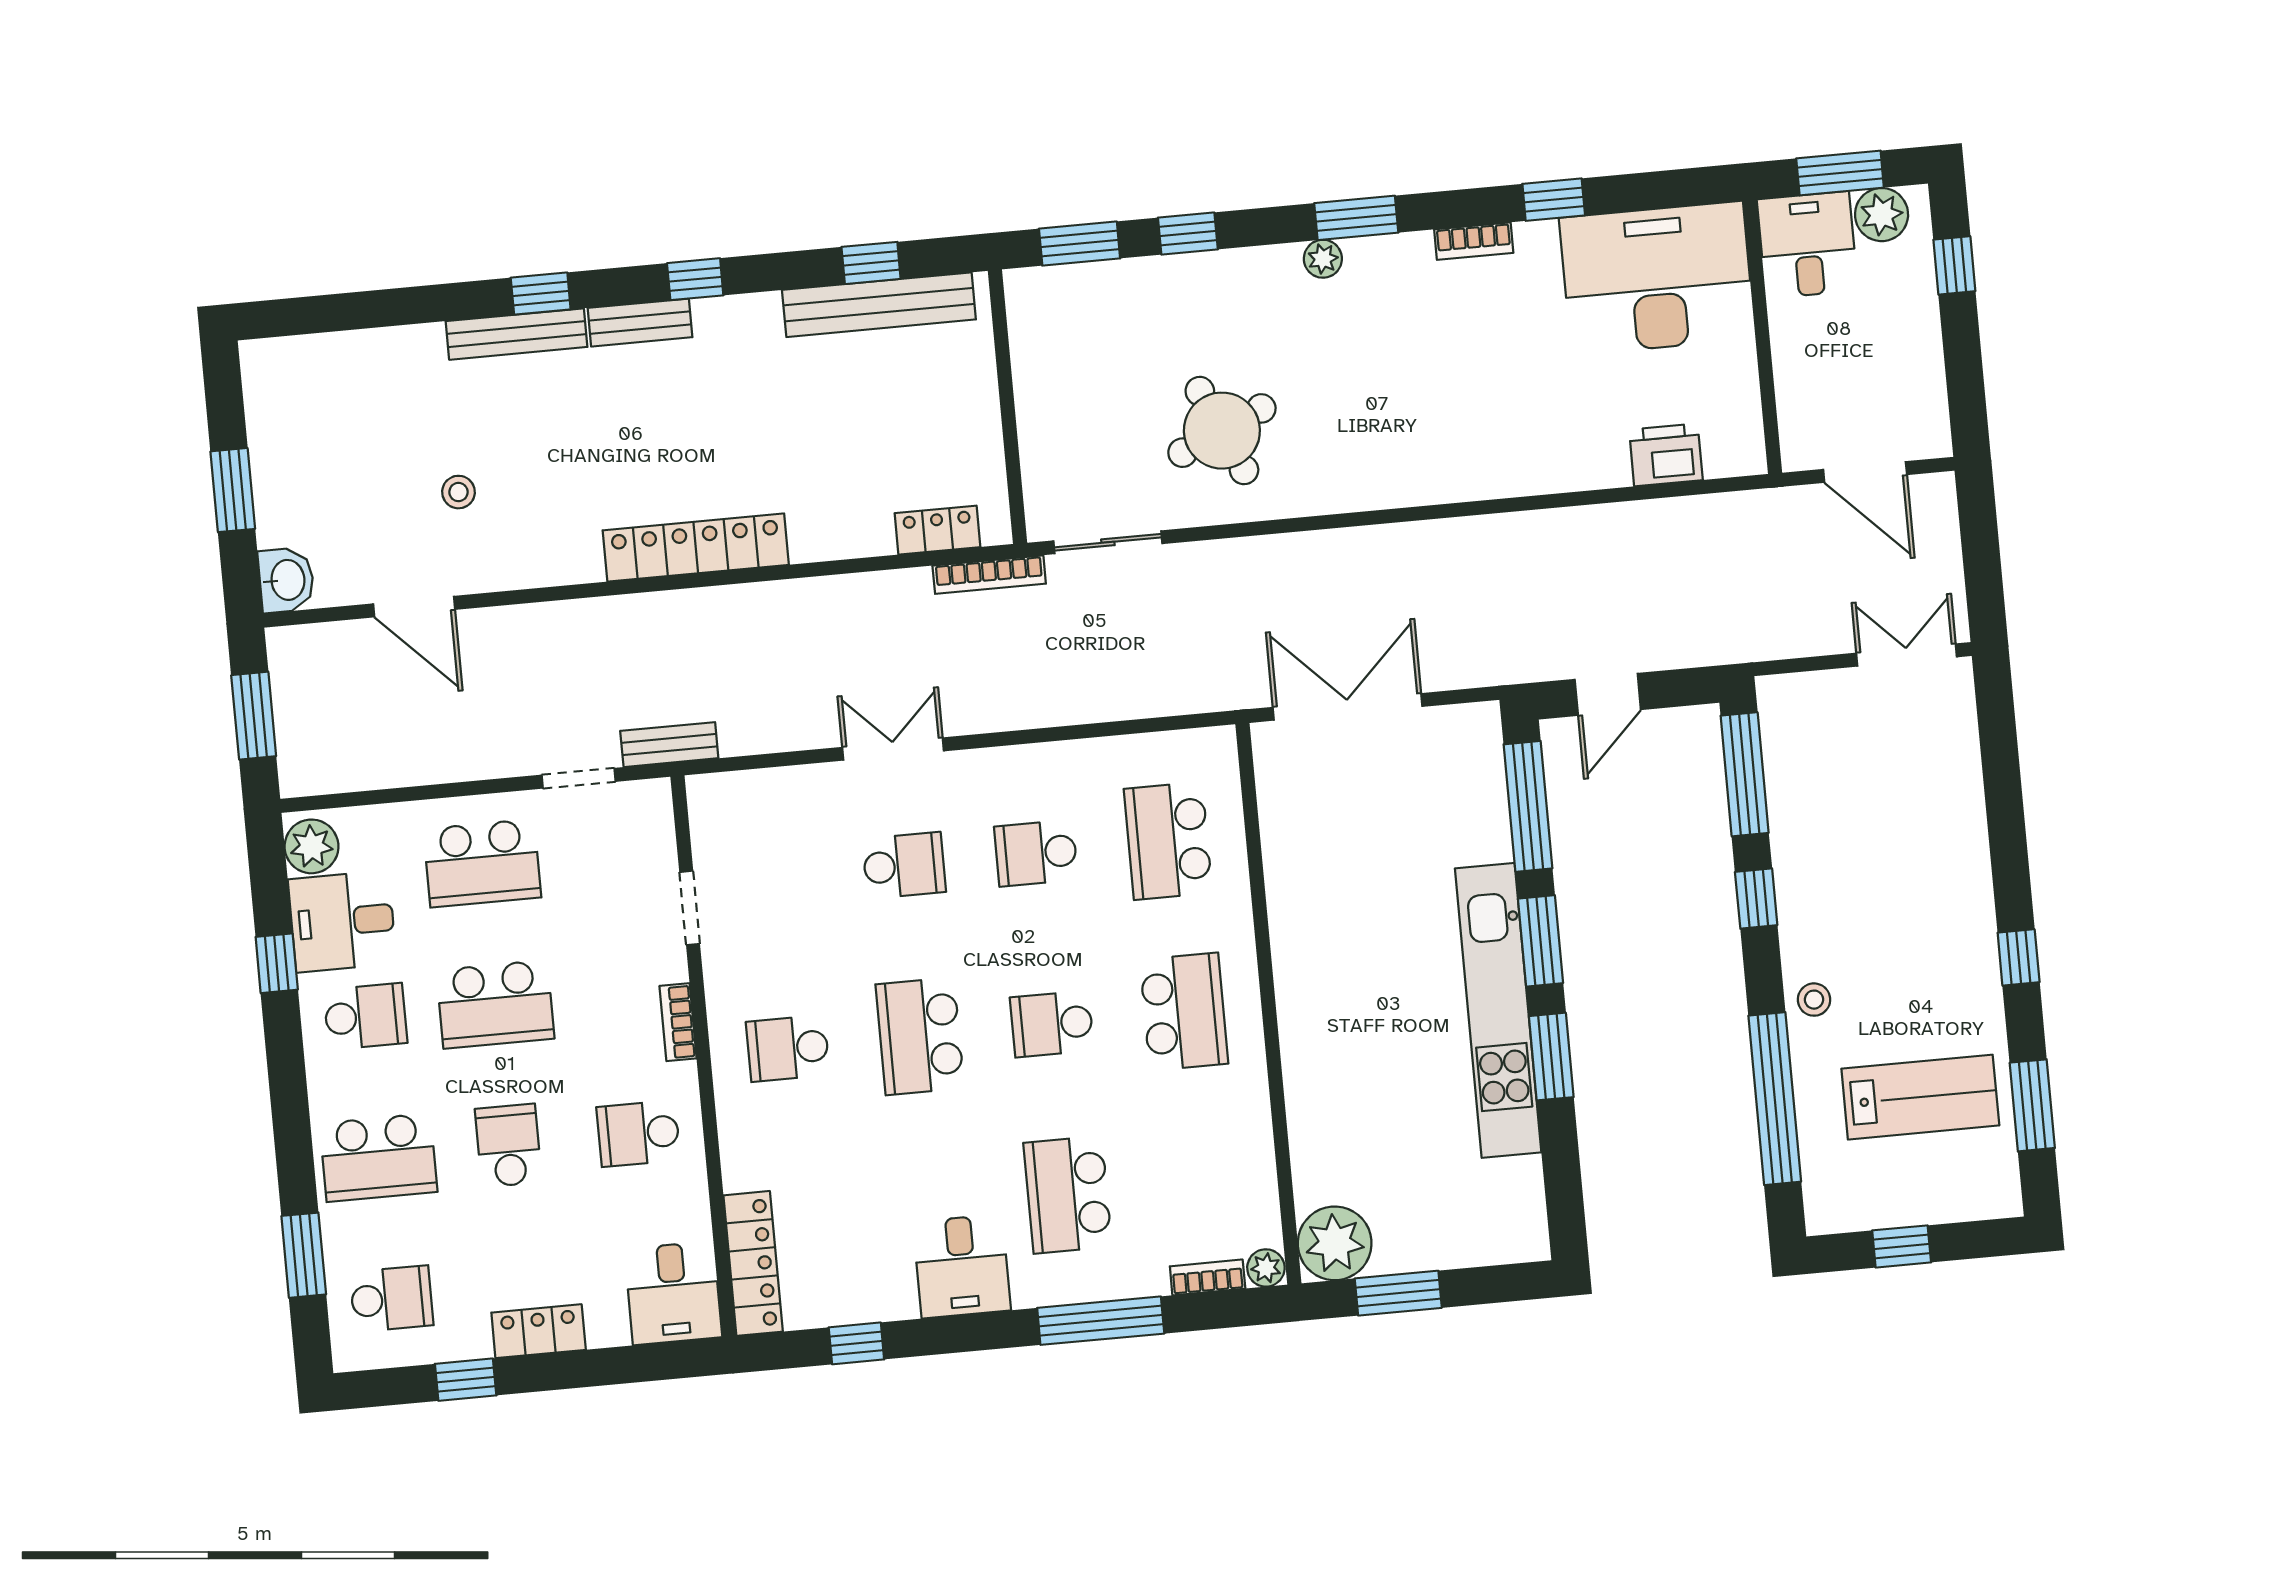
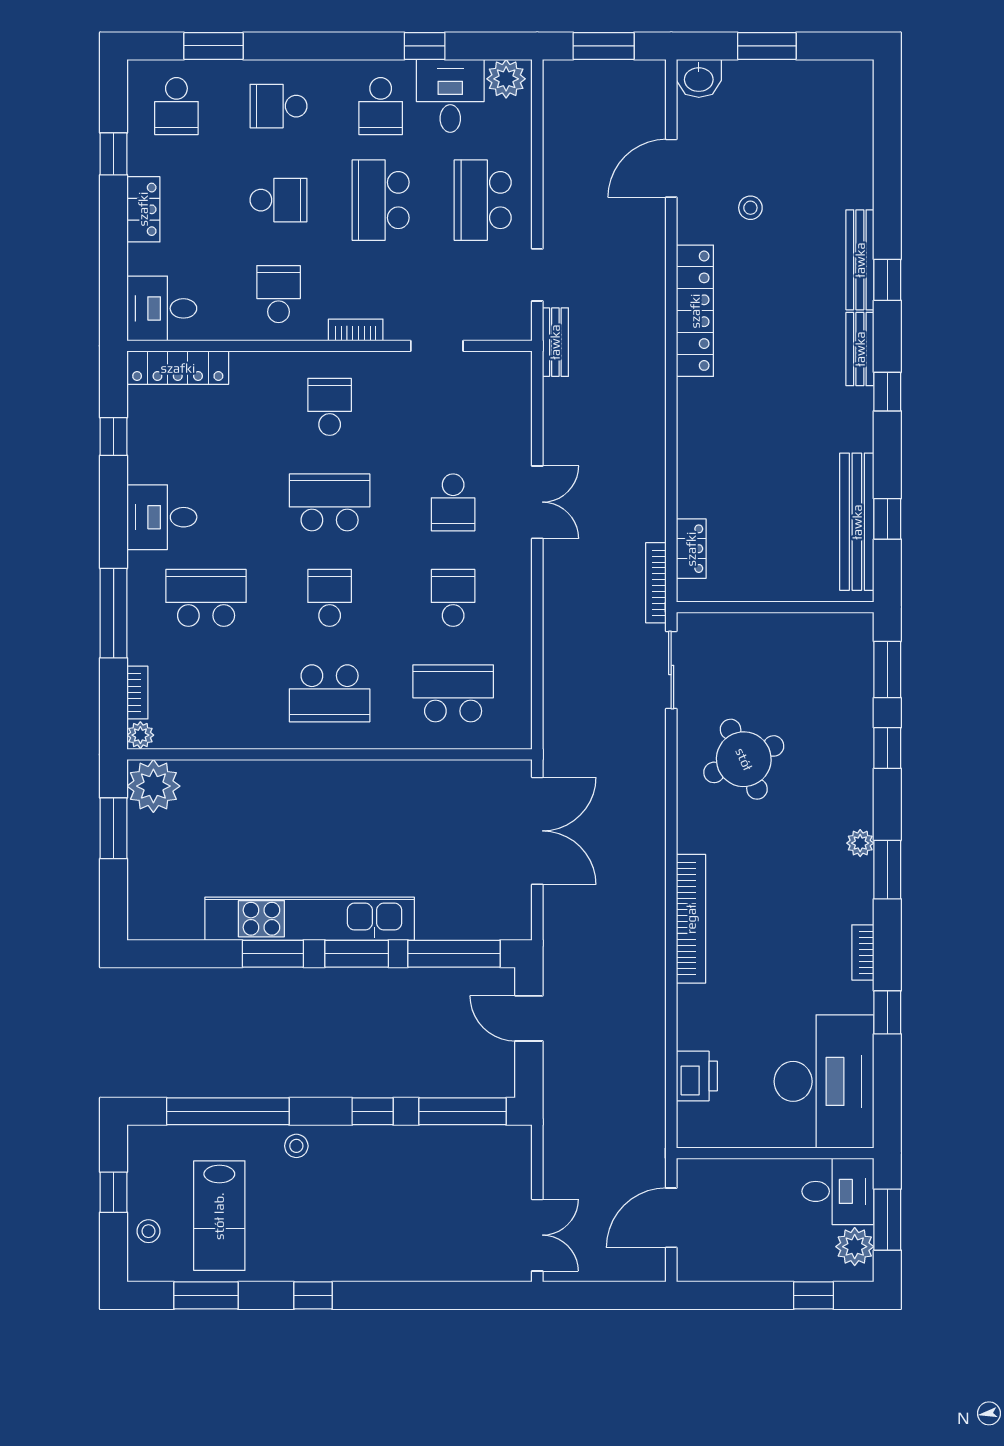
bookcase: (1449, 483) -> (691, 919), added
locker: (696, 548) -> (695, 311), moved
school desk: (378, 1158) -> (279, 106), width x0.54
stool: (1951, 1193) -> (148, 1231), added

